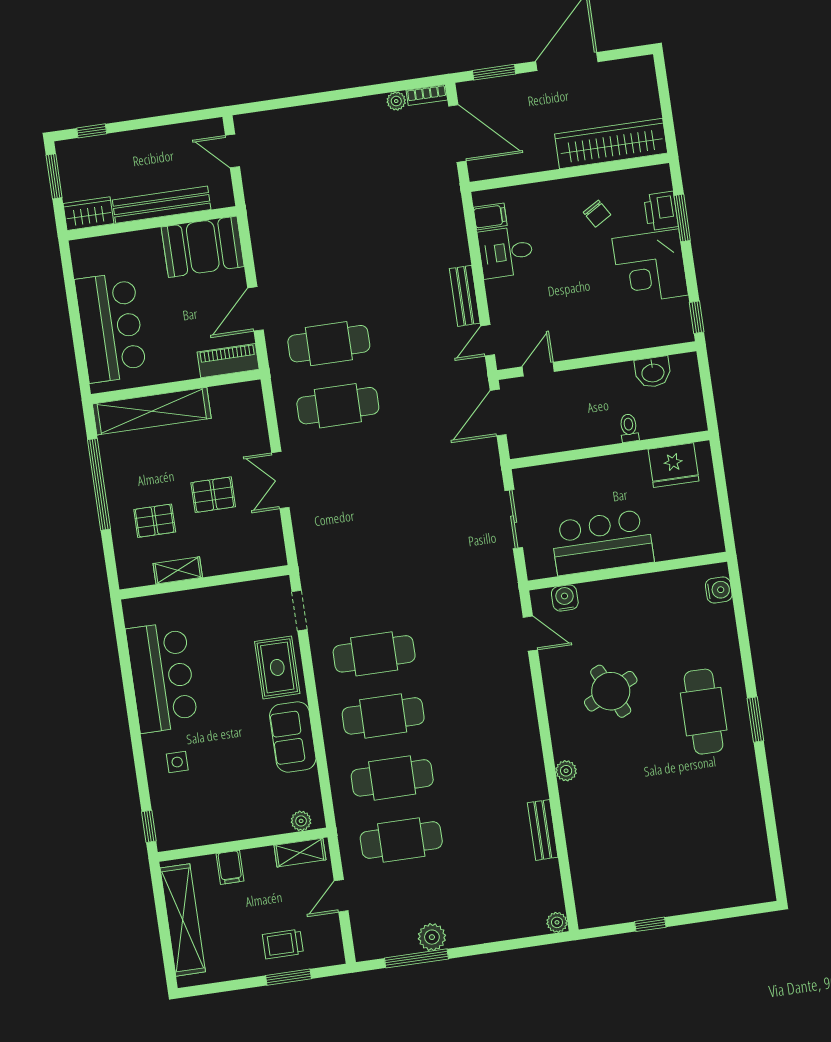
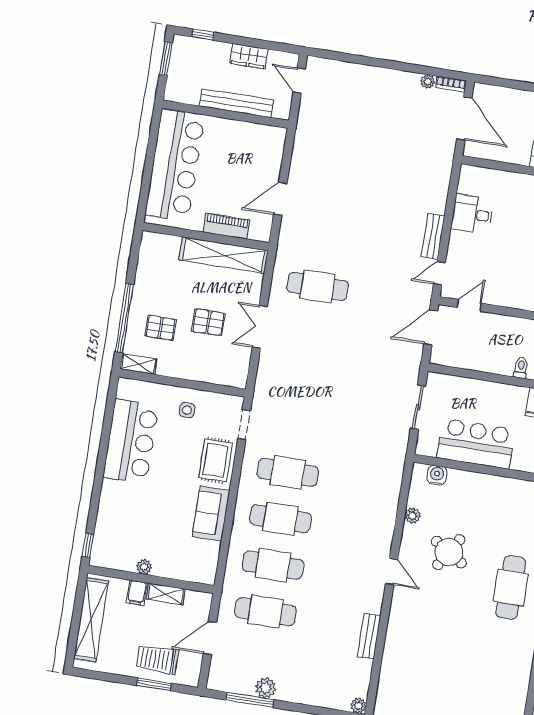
window: (494, 72) -> (504, 83), removed
wardrobe: (88, 214) -> (249, 56), moved, turned 180
filing cabinet: (490, 216) -> (469, 185), removed
booth: (203, 247) -> (256, 142), removed
bar counter: (111, 327) -> (175, 165), width x1.36
cafe table: (329, 344) -> (325, 240), removed
piano: (228, 361) -> (227, 226), moved
shelving: (152, 411) -> (224, 255), moved
window: (99, 484) -> (124, 318), moved
shelving: (178, 570) -> (138, 364), moved
door: (530, 634) -> (392, 572), moved
round table: (611, 691) -> (449, 552), turned -33
side table: (177, 762) -> (187, 410), moved
plant: (566, 771) -> (412, 516), moved
plant: (301, 821) -> (144, 567), moved
shelving: (300, 853) -> (166, 594), moved
door: (341, 896) -> (210, 638), width x1.38
trolley: (283, 944) -> (157, 659), width x1.36, depth x1.39

